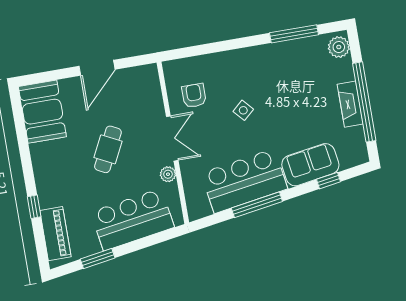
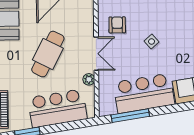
cafe table: (108, 149) -> (48, 54), width x1.37, depth x1.35
window: (257, 205) -> (130, 116), moved

